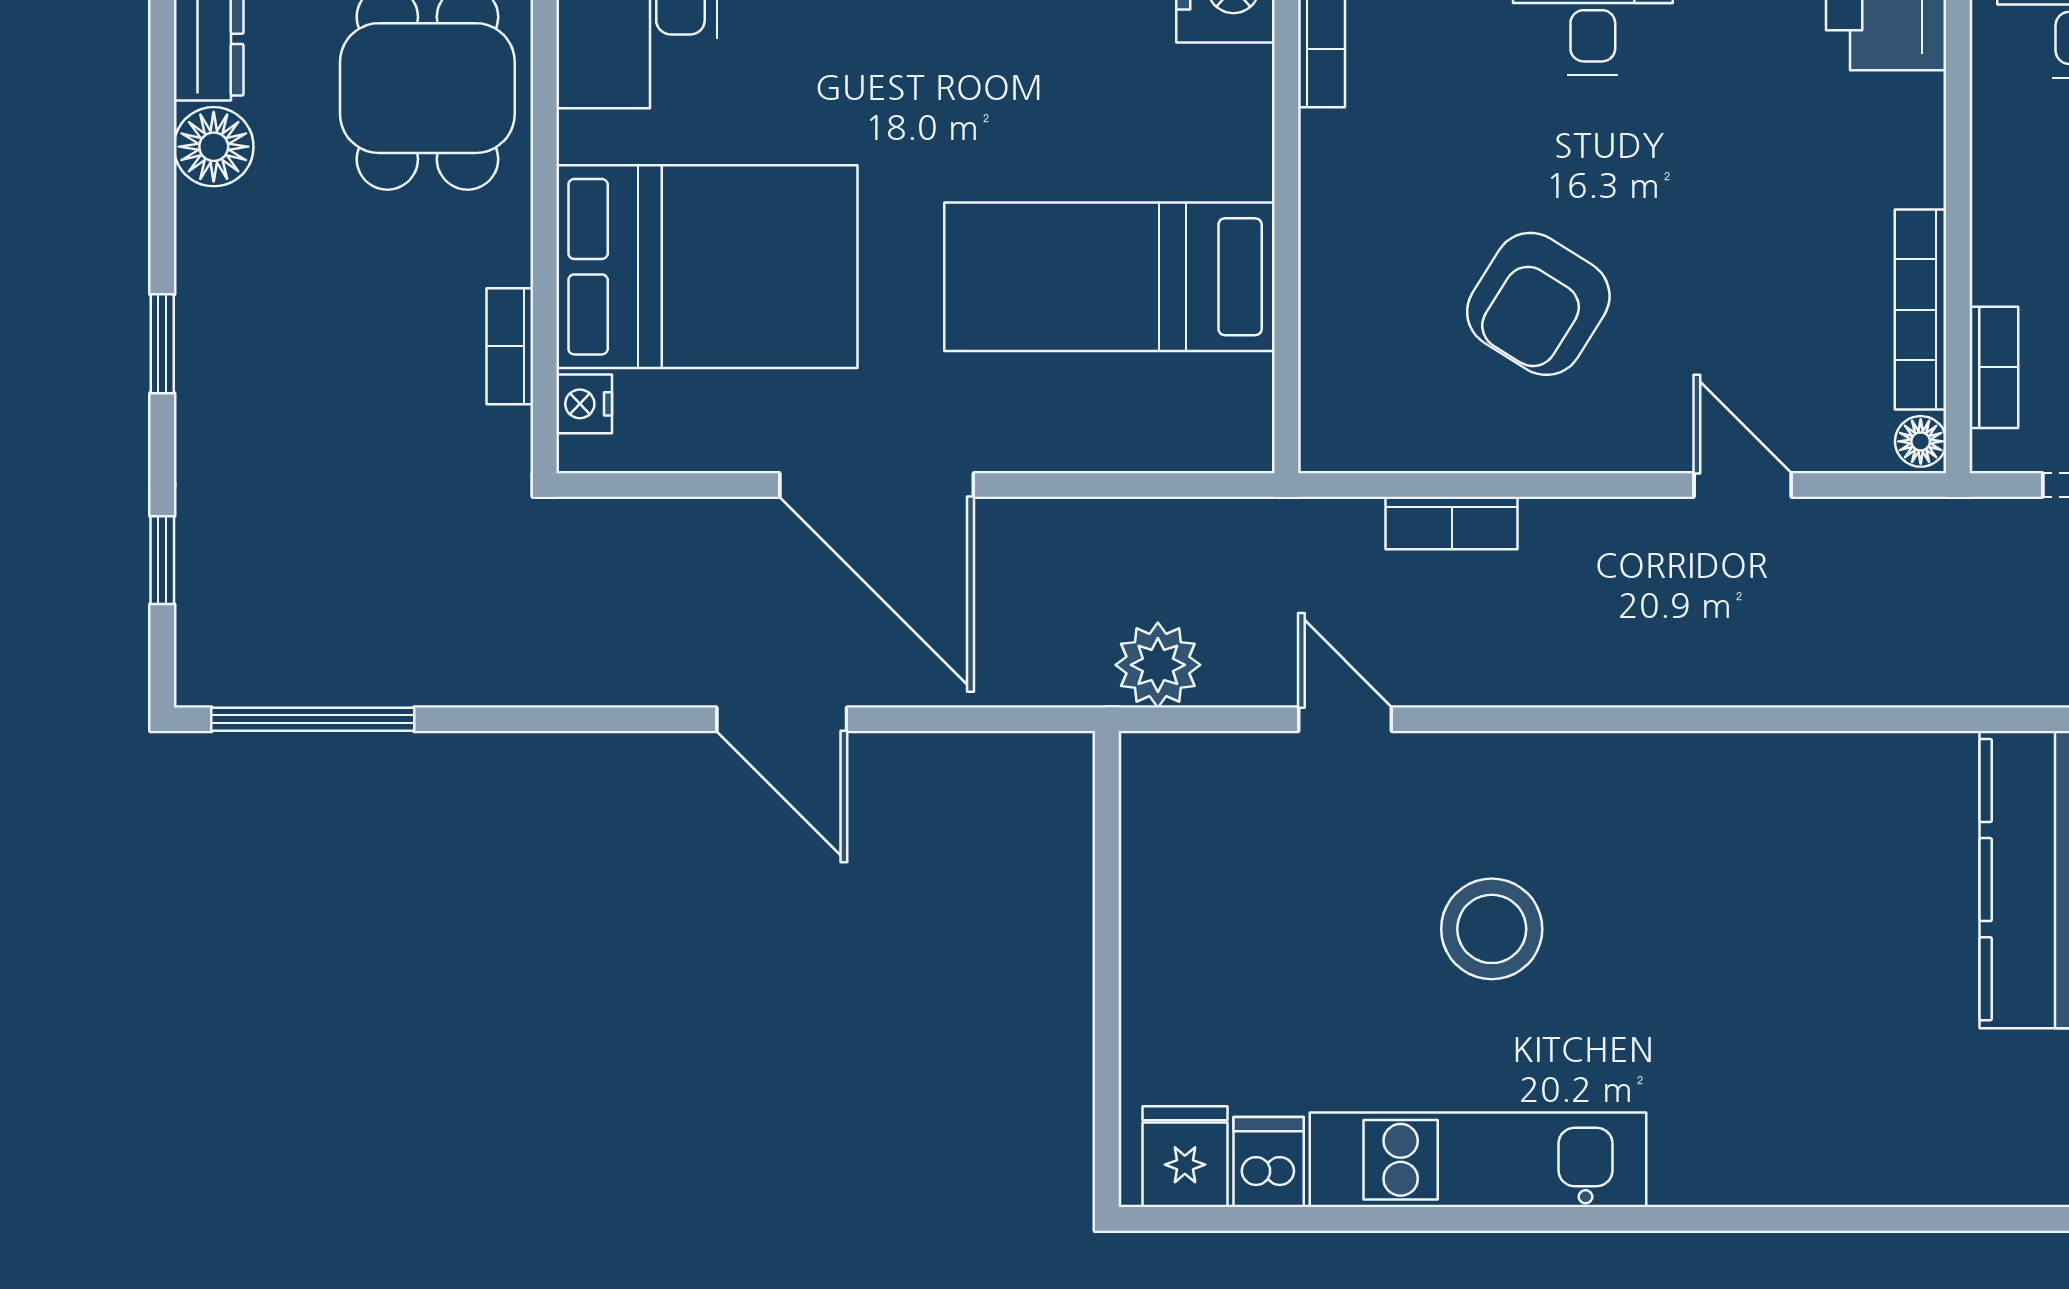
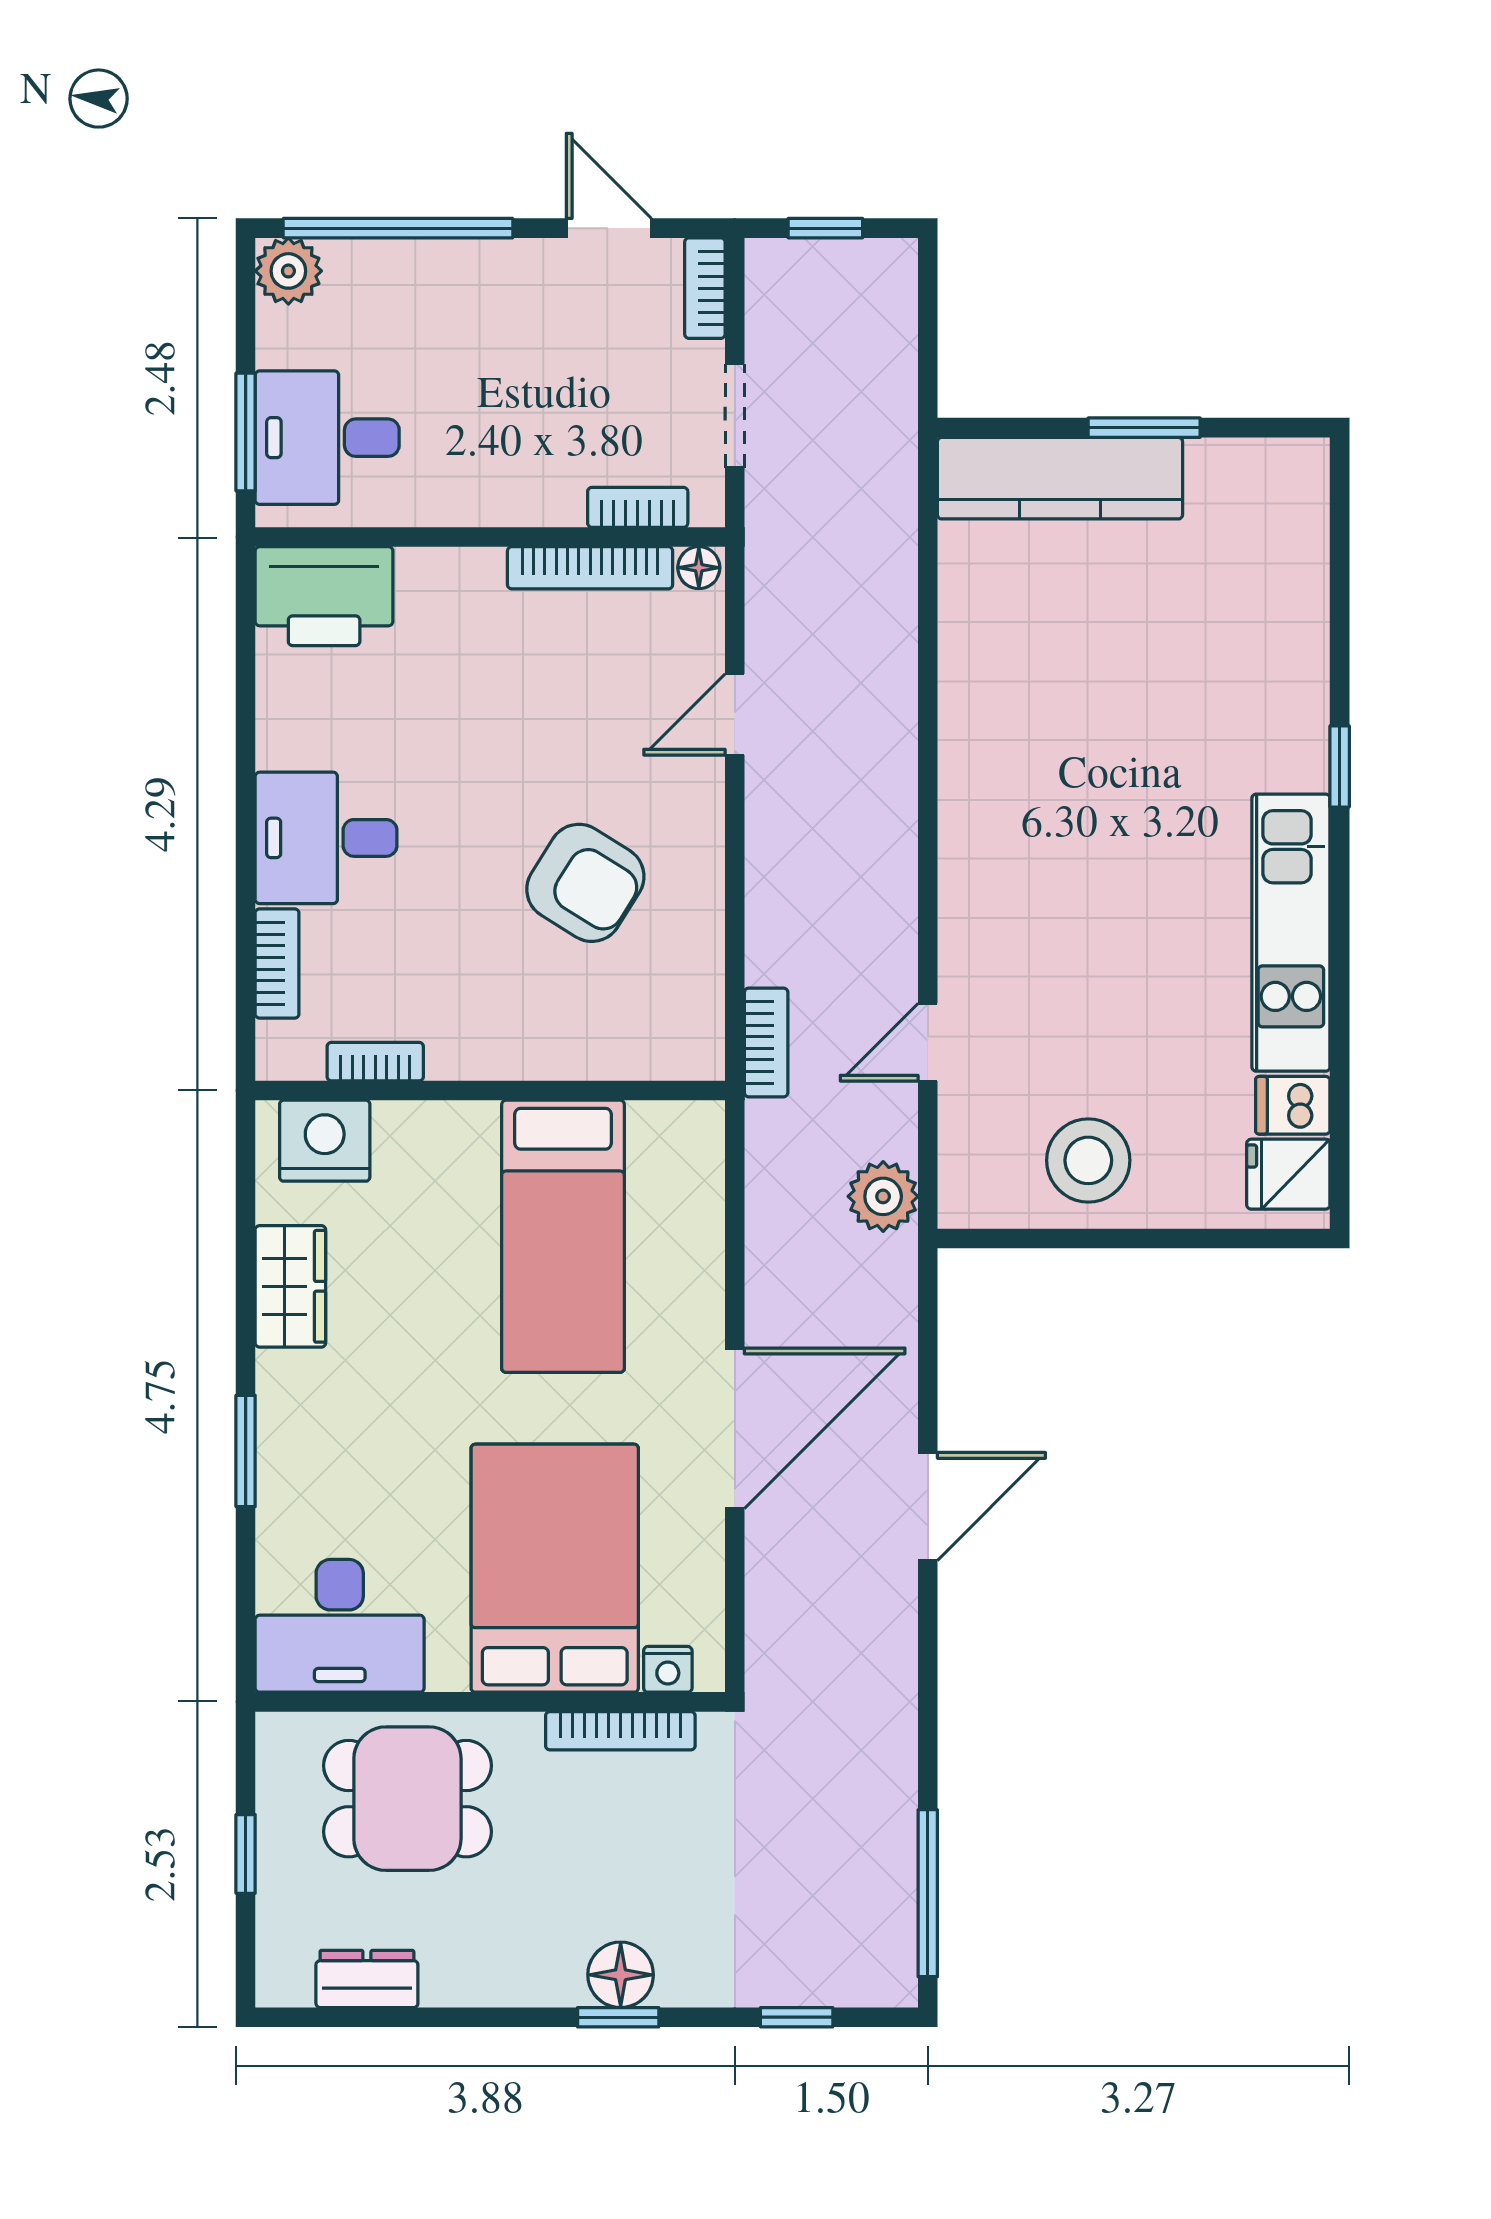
floor lamp: (214, 147) -> (621, 1975), moved
bookcase: (510, 346) -> (620, 1731), width x1.56
bookcase: (1452, 523) -> (766, 1042), moved
stool: (1492, 929) -> (1088, 1160), moved
window: (1680, 1219) -> (1340, 766), added

